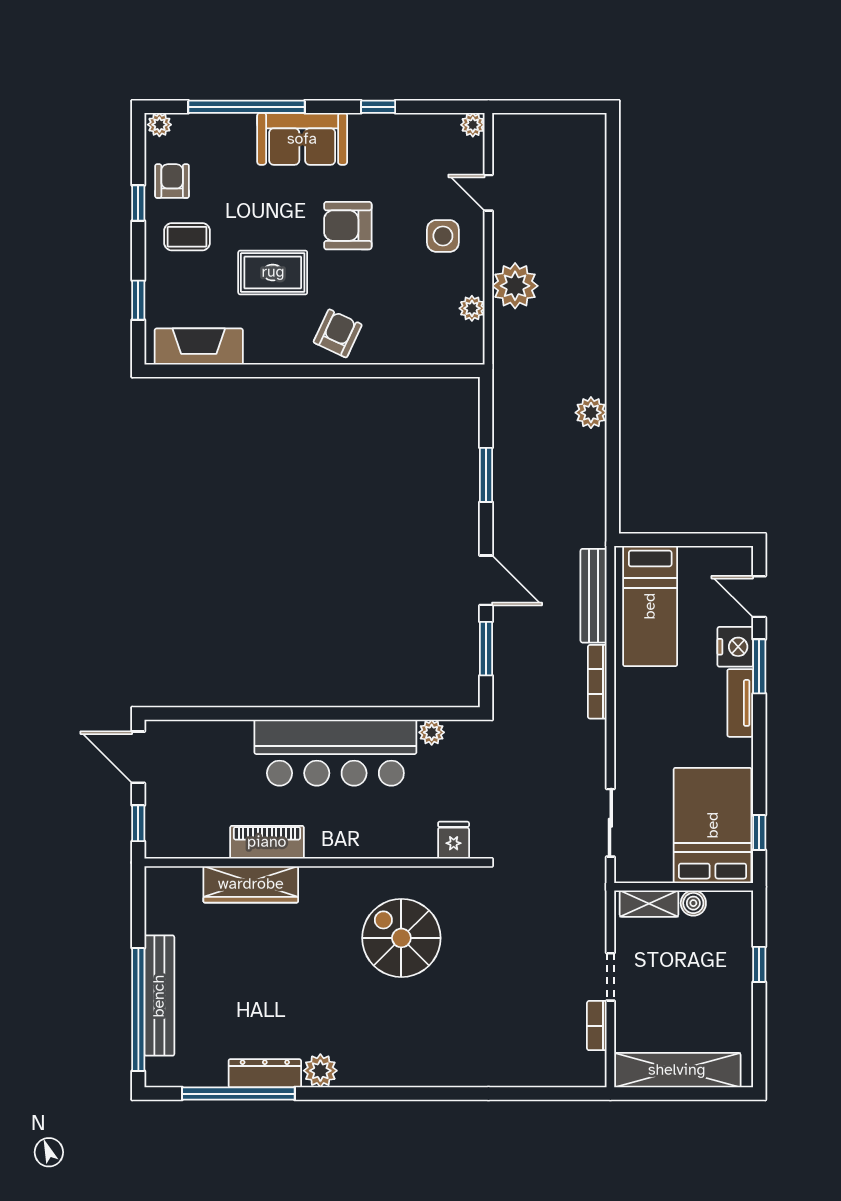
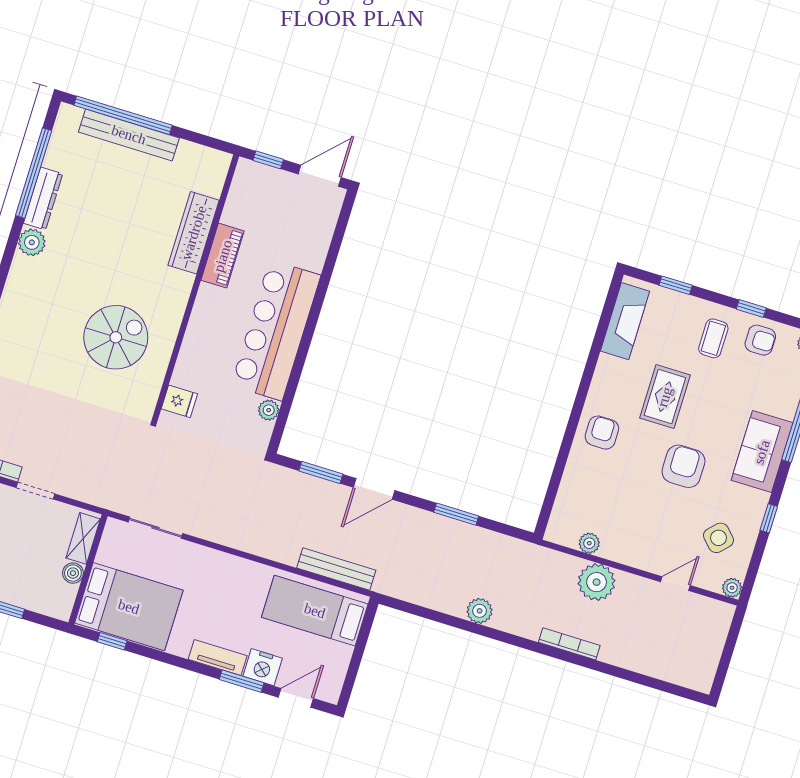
side table: (443, 236) -> (718, 538), moved, turned 45
armchair: (338, 333) -> (602, 433), turned -115
bookcase: (597, 682) -> (569, 644), moved

